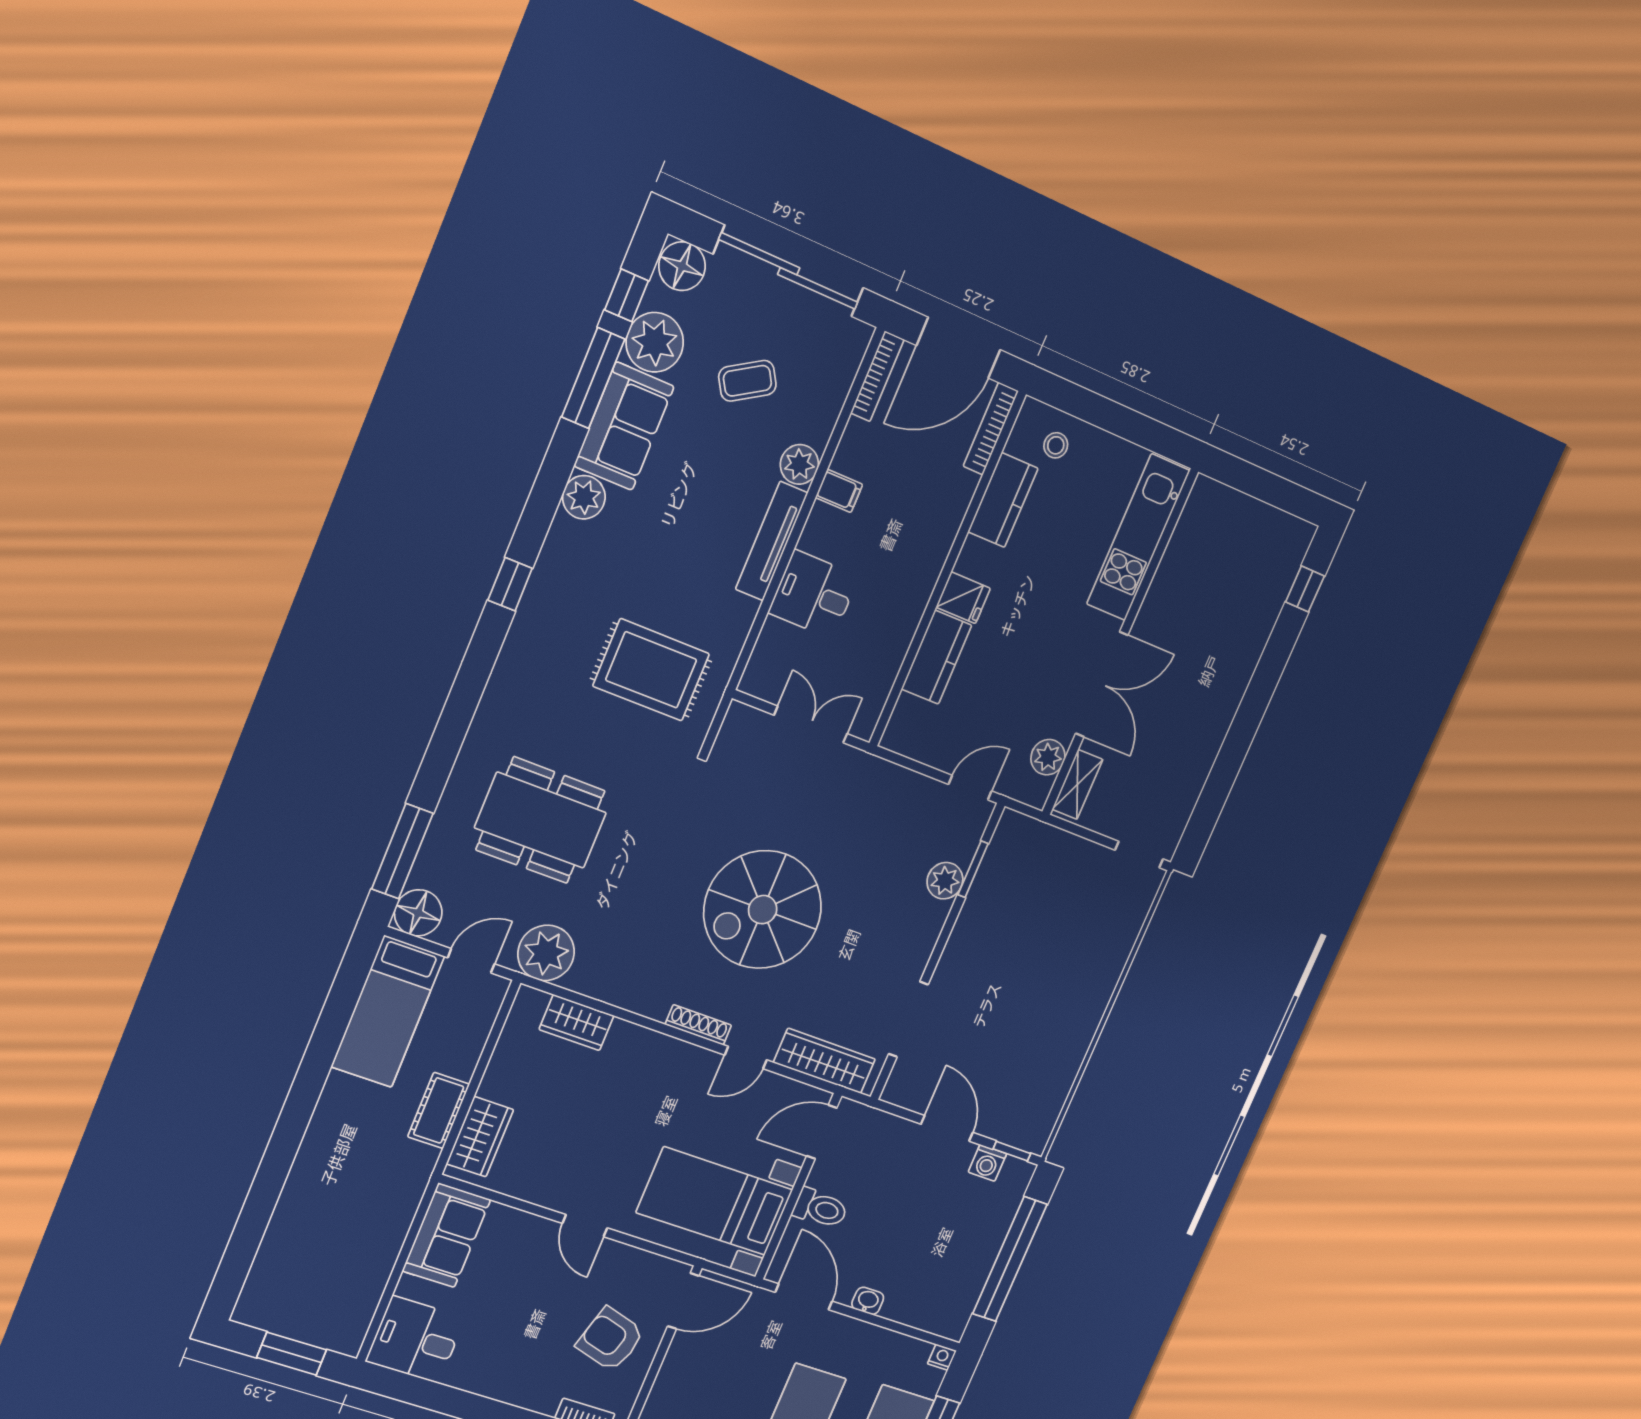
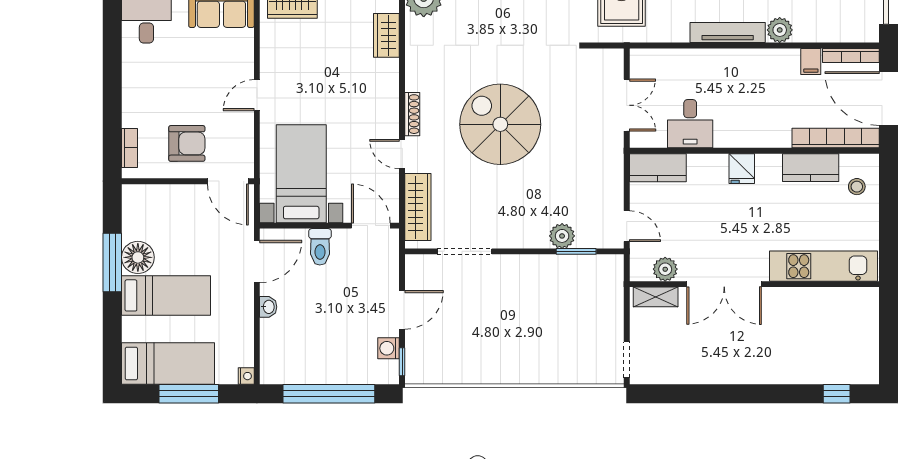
bookcase: (991, 429) -> (836, 138), width x1.48, depth x1.31
filing cabinet: (839, 491) -> (811, 61), moved
desk: (814, 594) -> (690, 124), moved, turned 180
kitchen counter: (936, 657) -> (658, 168), moved
armchair: (611, 1339) -> (187, 143), turned 74

